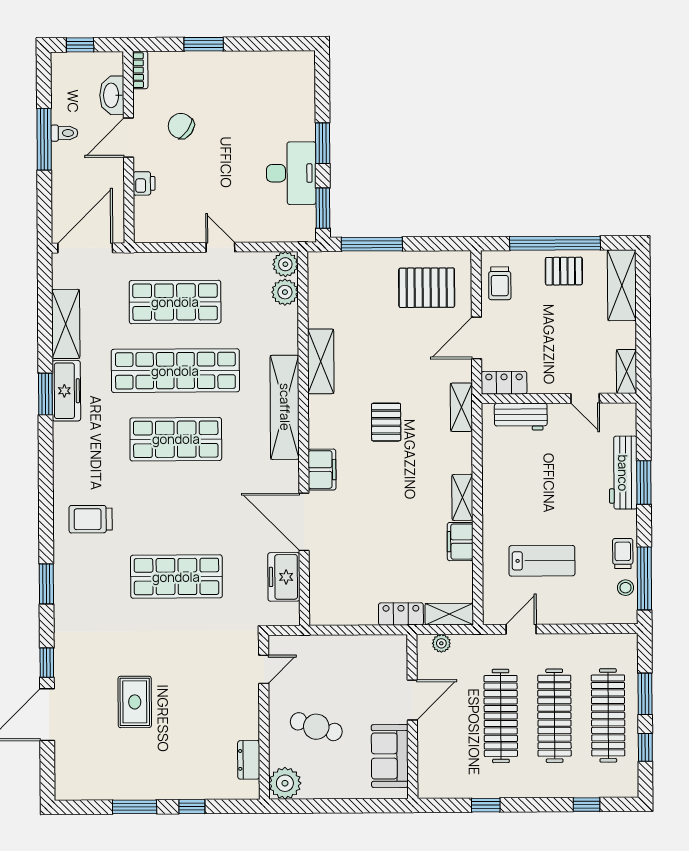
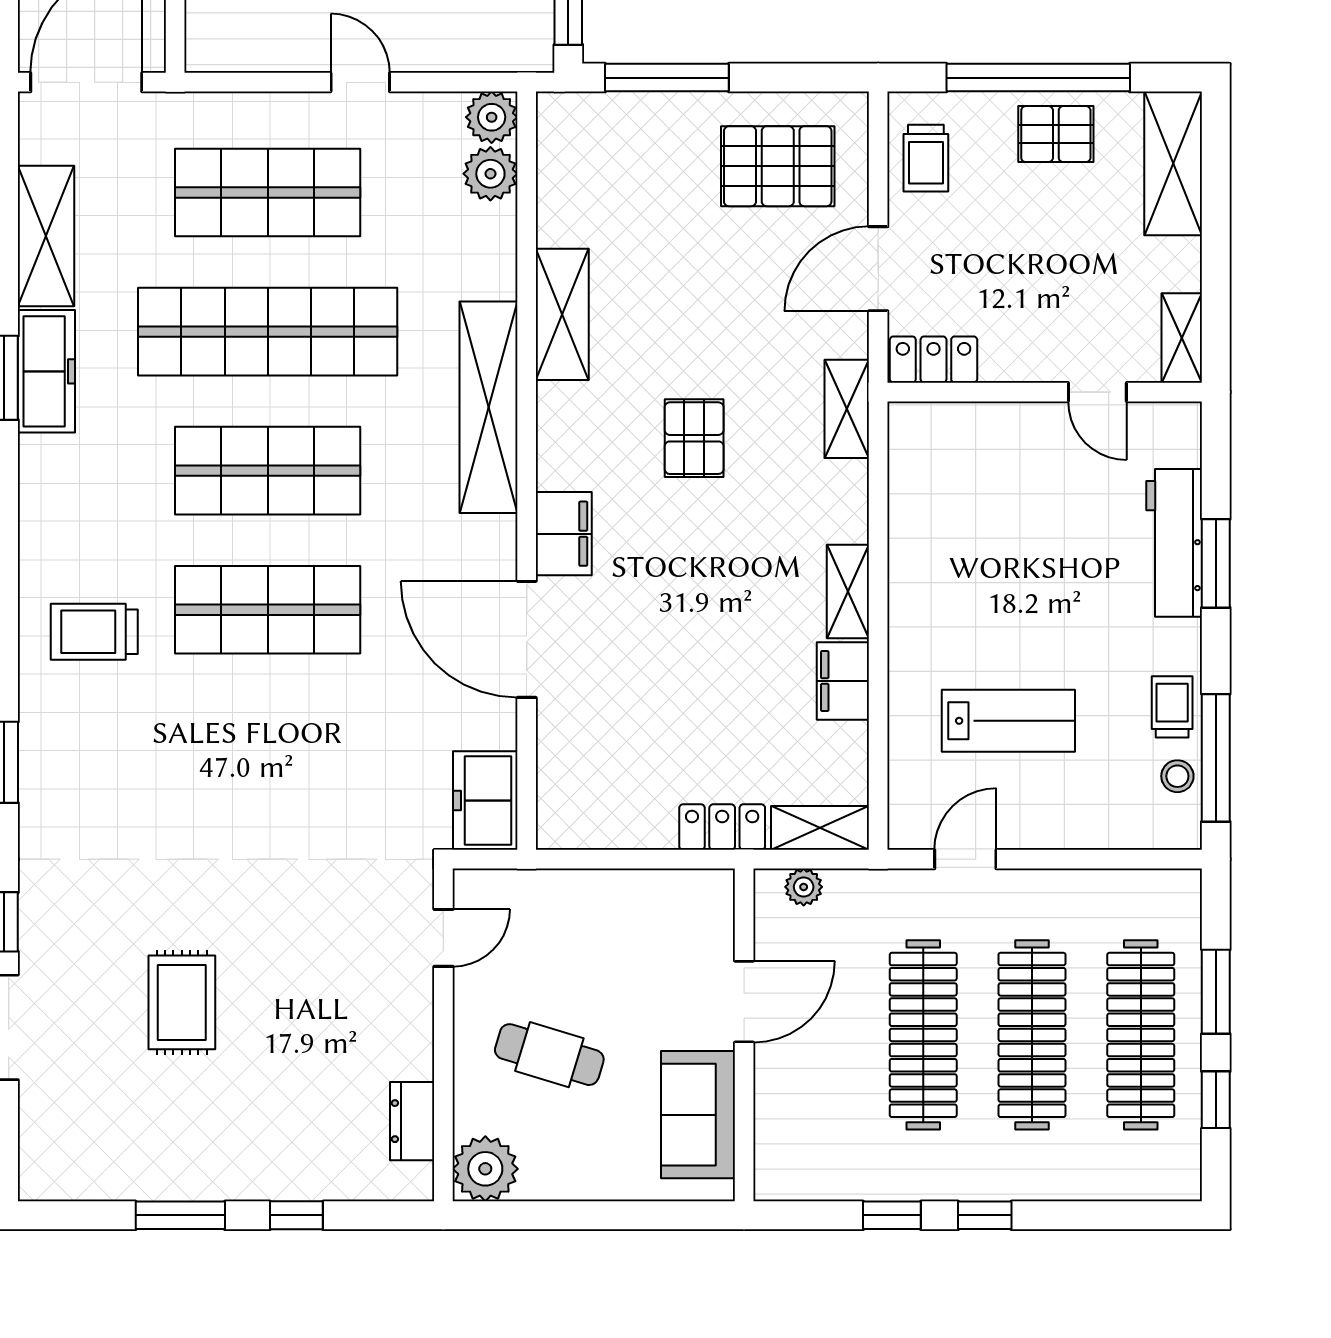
workbench: (521, 417) -> (967, 429), removed
shop shelf: (176, 577) -> (268, 610), moved
freezer: (284, 577) -> (485, 801), moved
window: (587, 805) -> (985, 1215), moved

